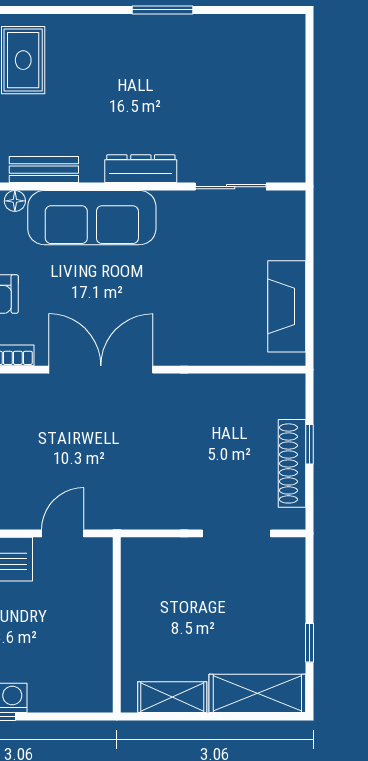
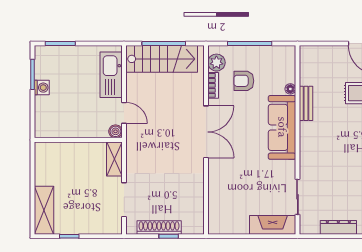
dresser: (141, 169) -> (338, 227), moved, turned -90
fireplace: (287, 306) -> (273, 225), moved
boiler: (100, 550) -> (115, 131), added
shelving: (172, 697) -> (114, 159), moved

